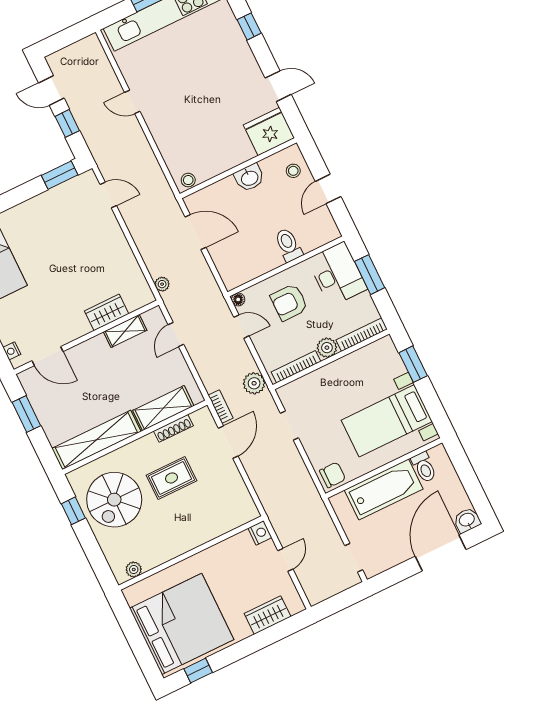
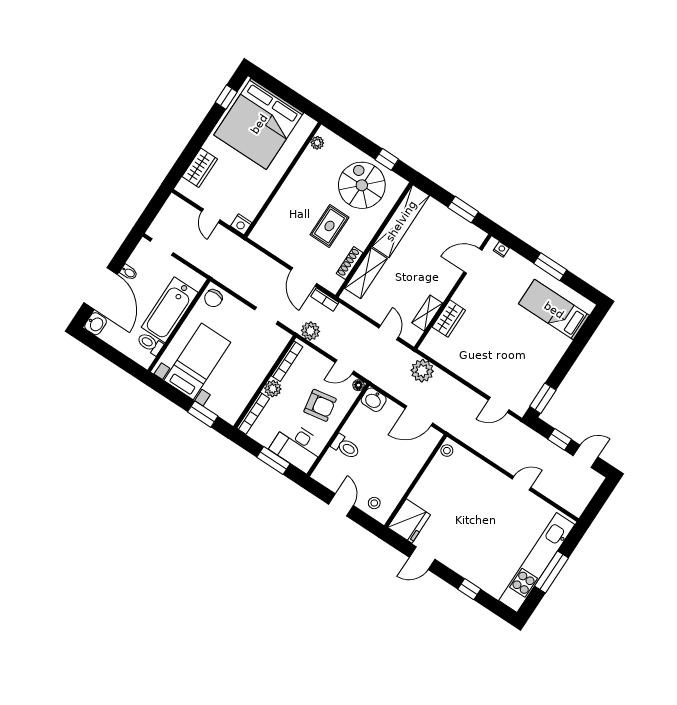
washbasin: (249, 178) -> (374, 400), moved, turned -90
plant: (162, 284) -> (422, 371), width x1.88, depth x1.88
armchair: (289, 302) -> (320, 405), turned 80
bidet: (402, 552) -> (129, 272), added

